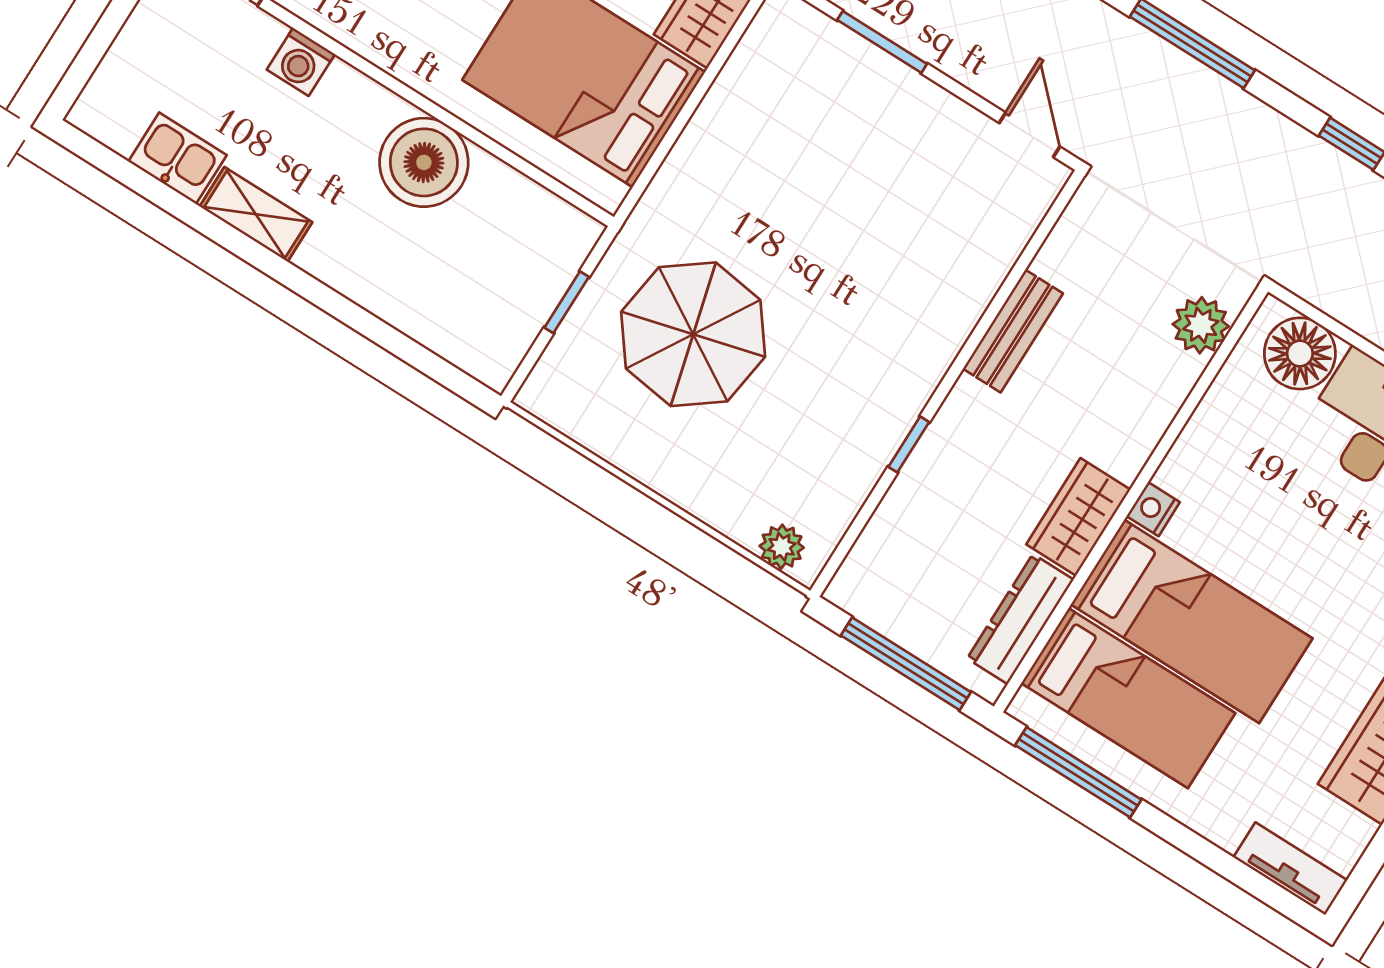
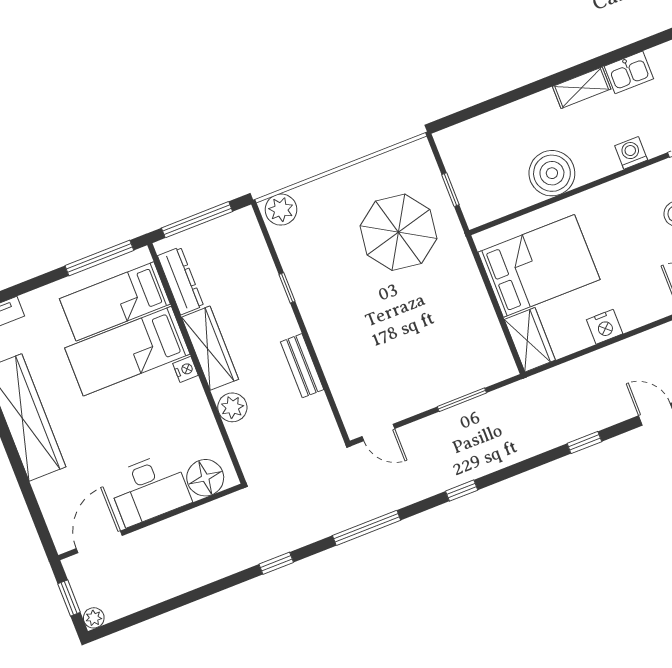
plant: (1201, 325) -> (232, 407), moved
wardrobe: (1078, 517) -> (210, 348), width x1.50
plant: (782, 547) -> (281, 210), width x1.38, depth x1.38

